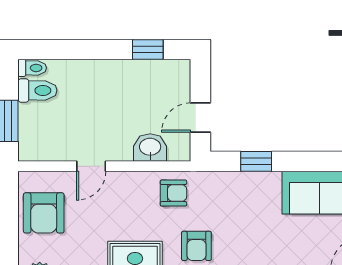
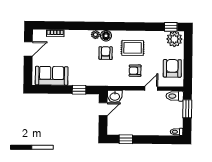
toilet: (37, 90) -> (175, 96), moved
washbasin: (150, 148) -> (115, 96), moved
armchair: (173, 193) -> (135, 71), moved

